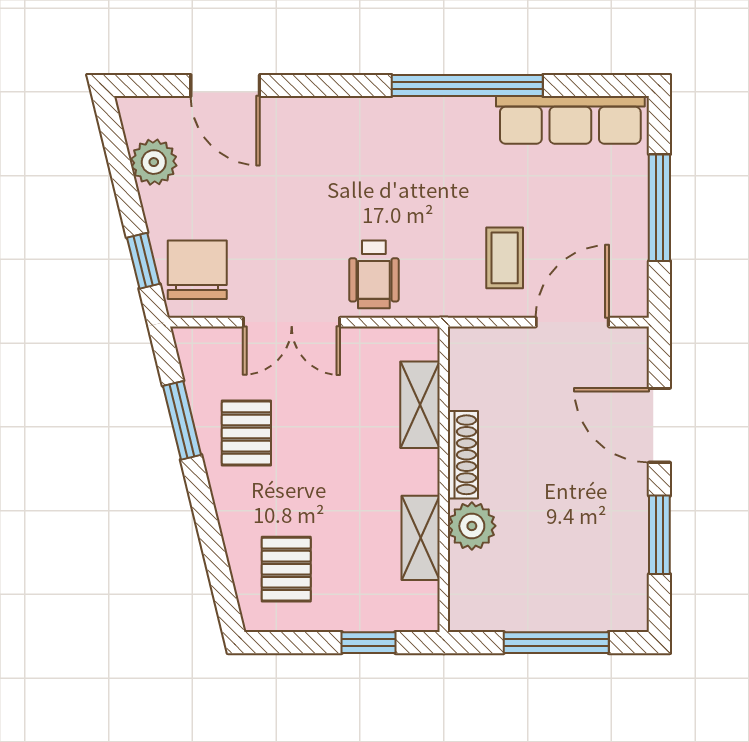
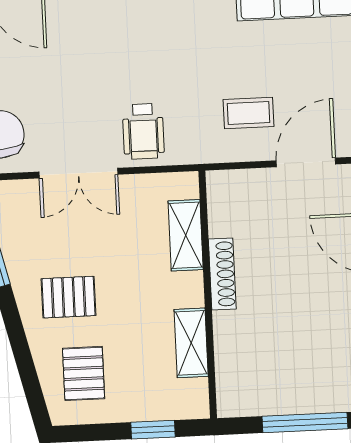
coffee table: (505, 258) -> (249, 113), turned 90
pallet: (246, 433) -> (68, 297), moved, turned 90
plant: (472, 526) -> (232, 331), removed

